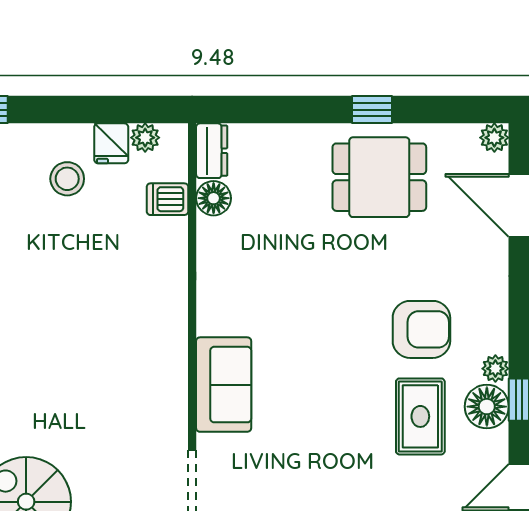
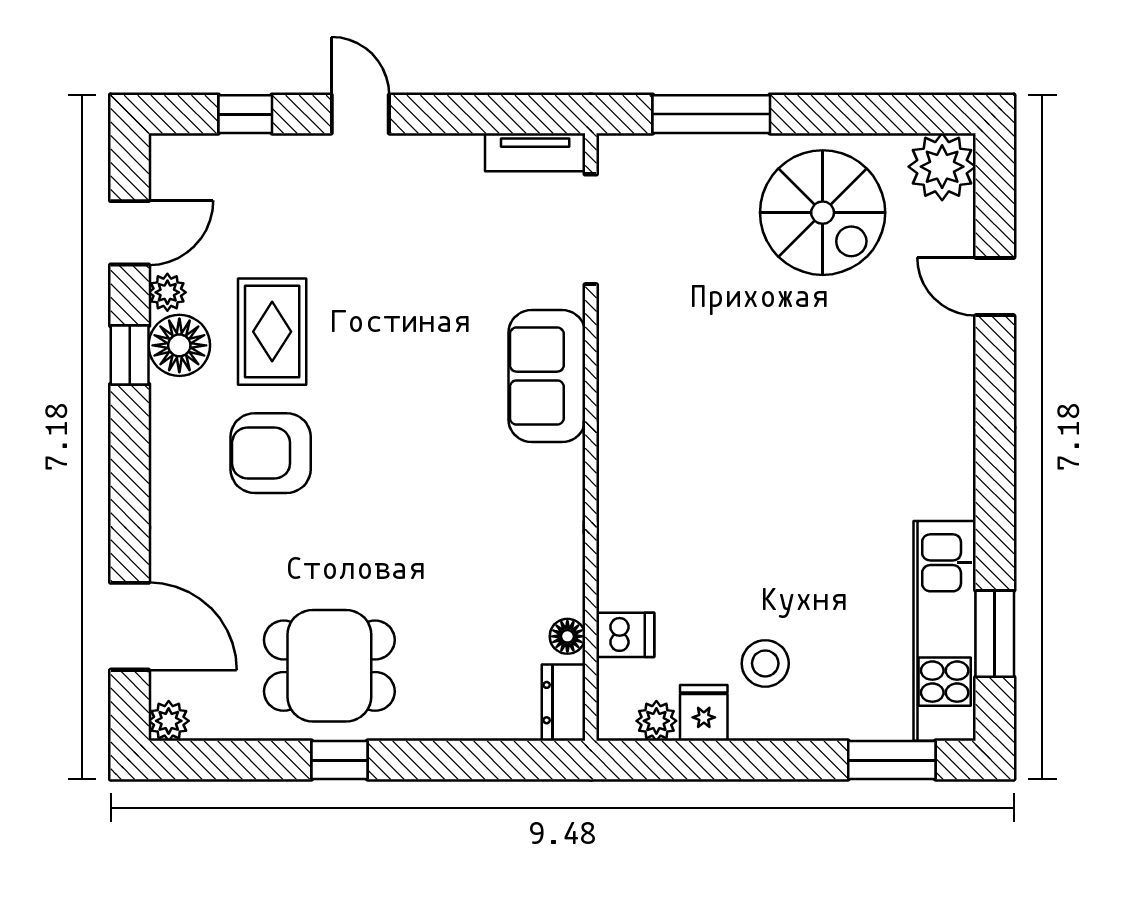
floor lamp: (214, 198) -> (567, 636), width x0.73, depth x0.73
plant: (495, 369) -> (167, 292), moved

